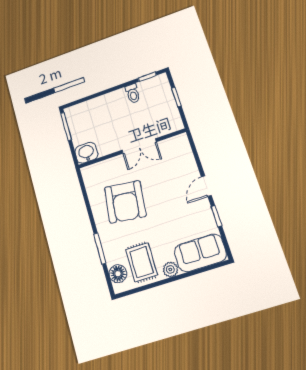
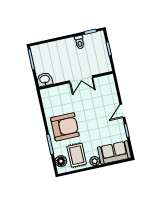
armchair: (125, 202) -> (65, 127), moved, turned -97

